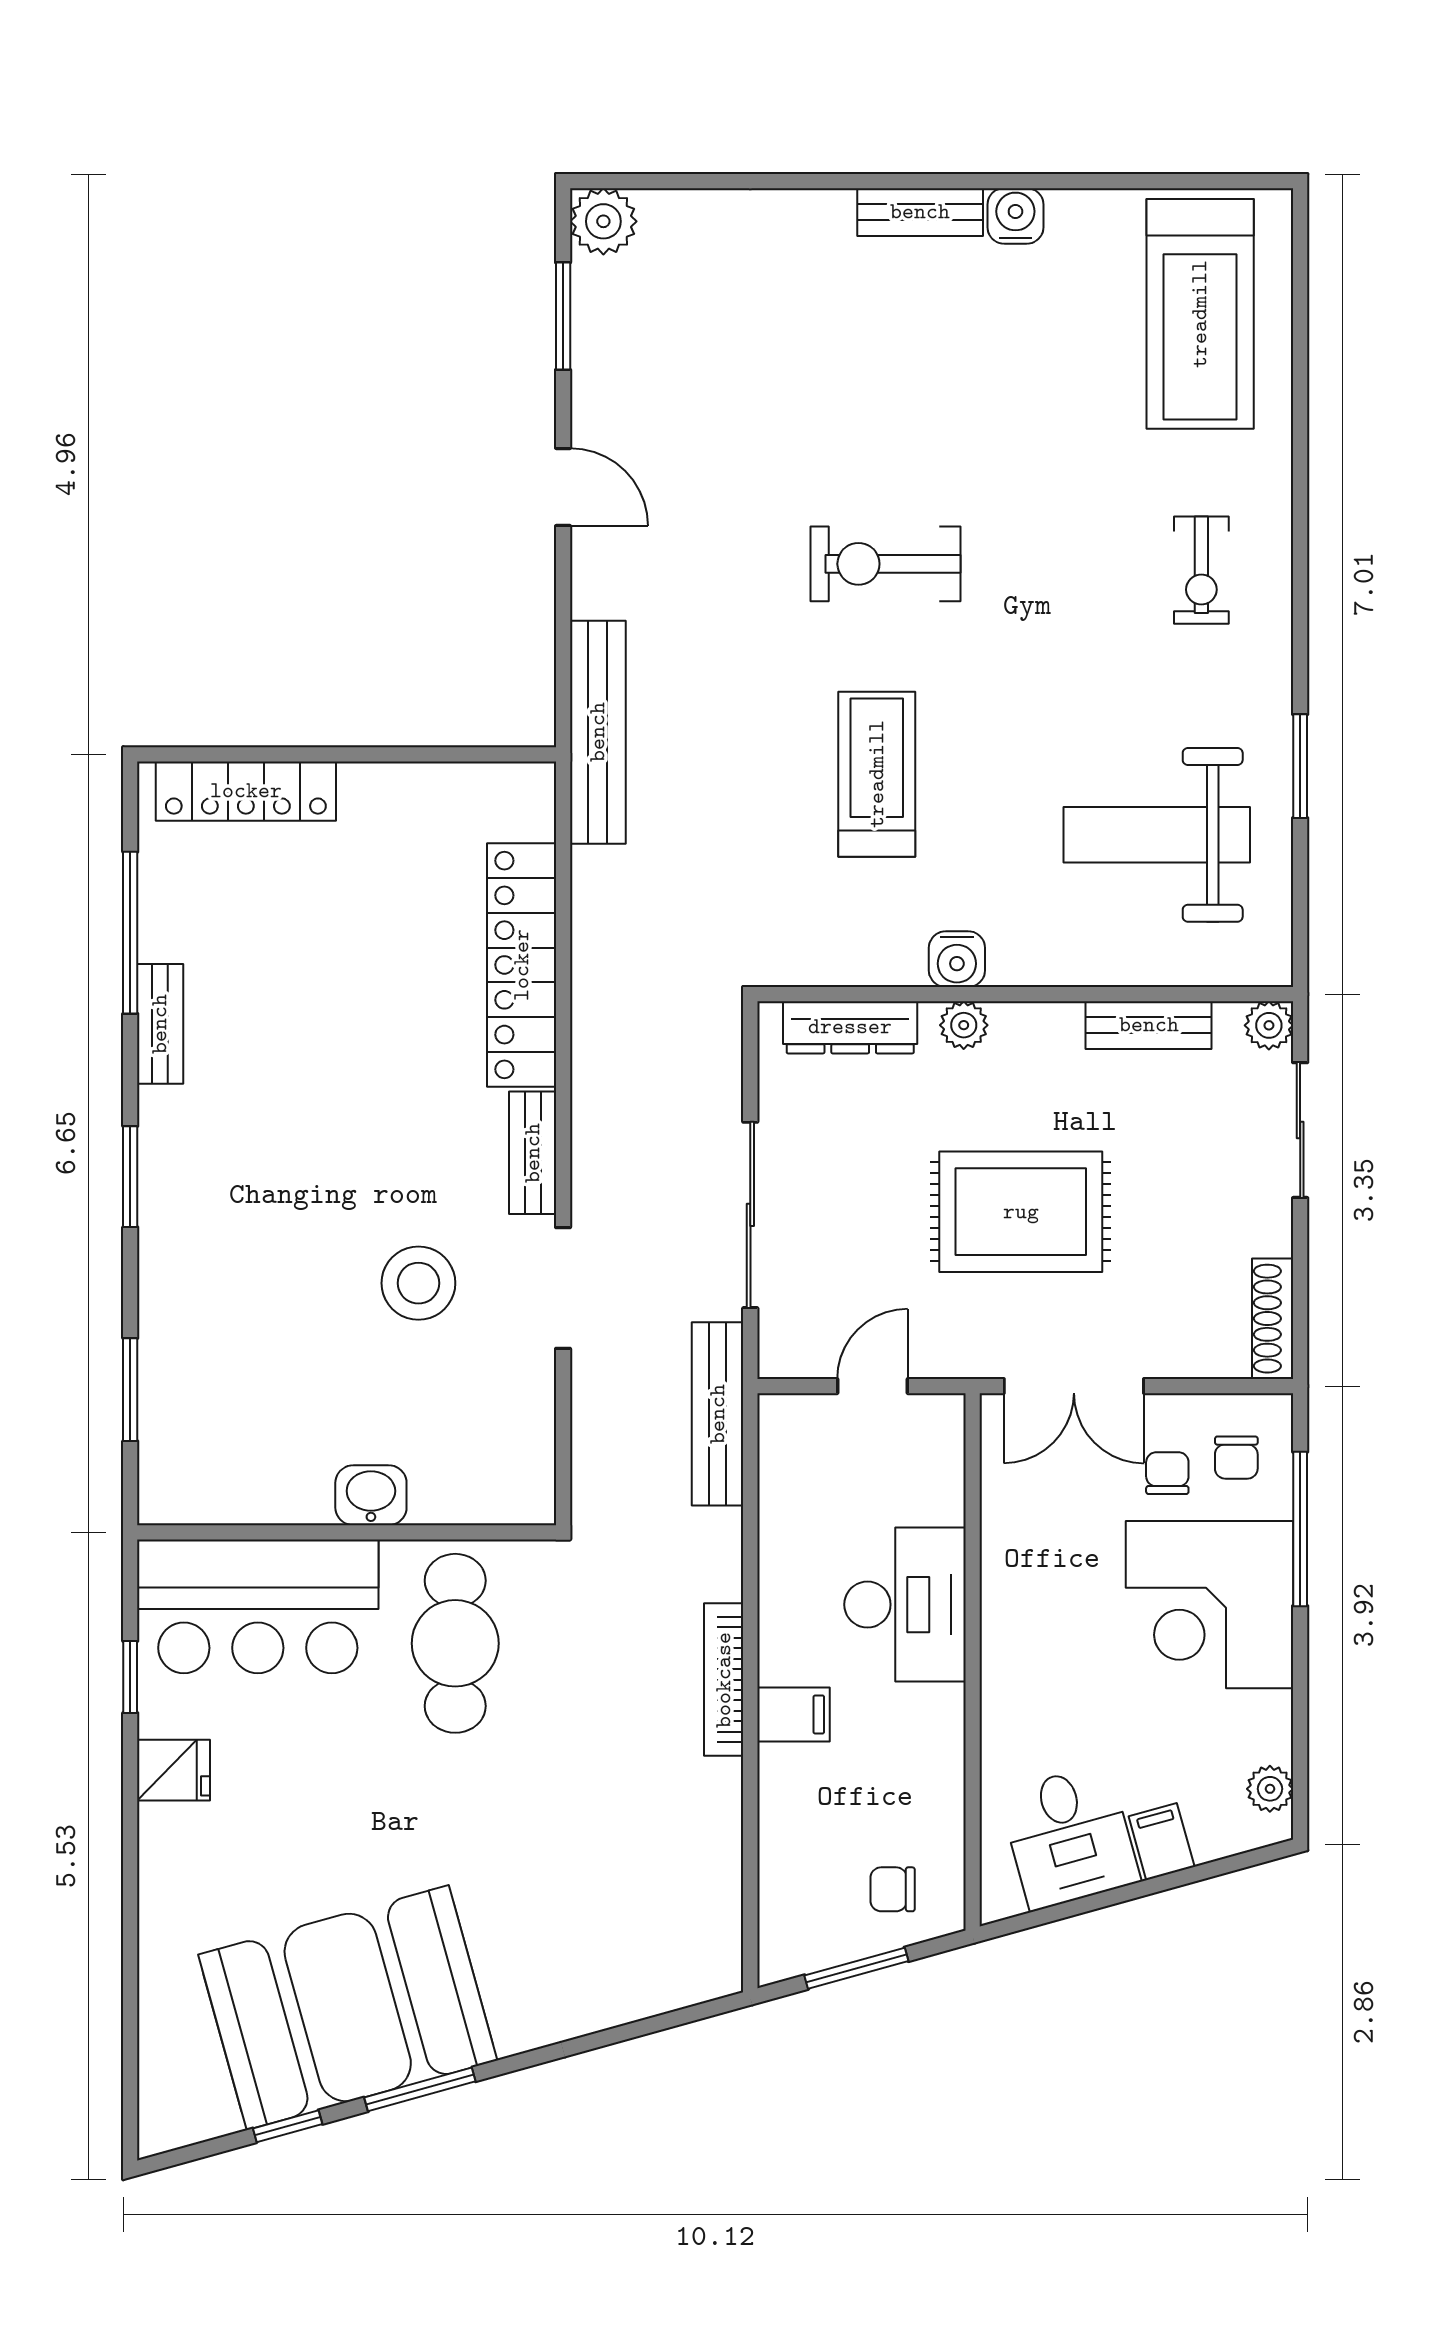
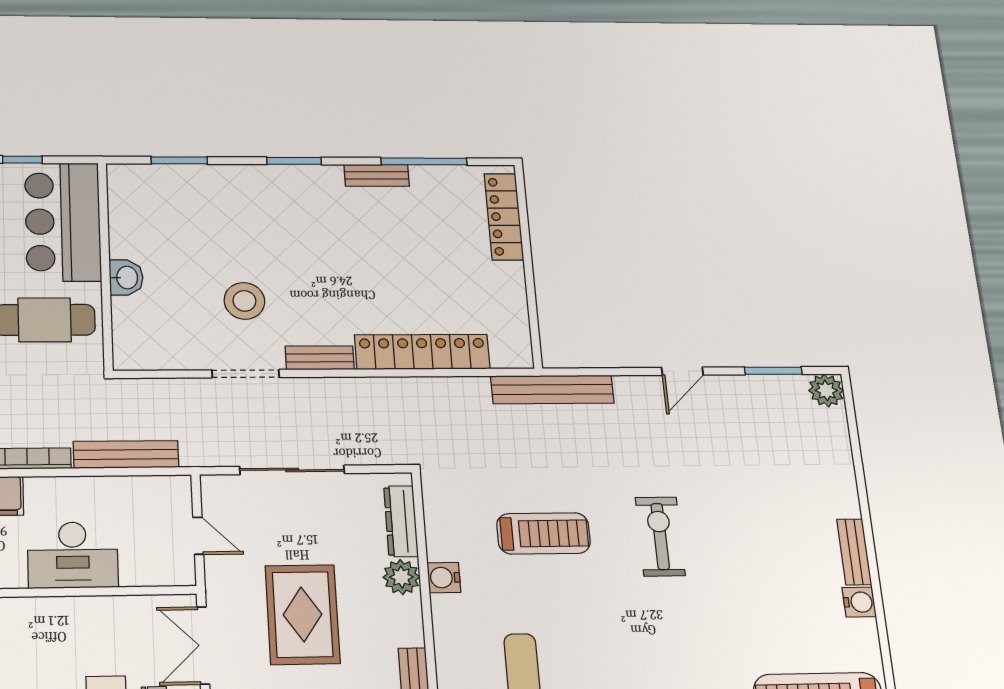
plant: (964, 1025) -> (401, 577), width x1.38, depth x1.38
bench: (718, 1414) -> (126, 454), moved

